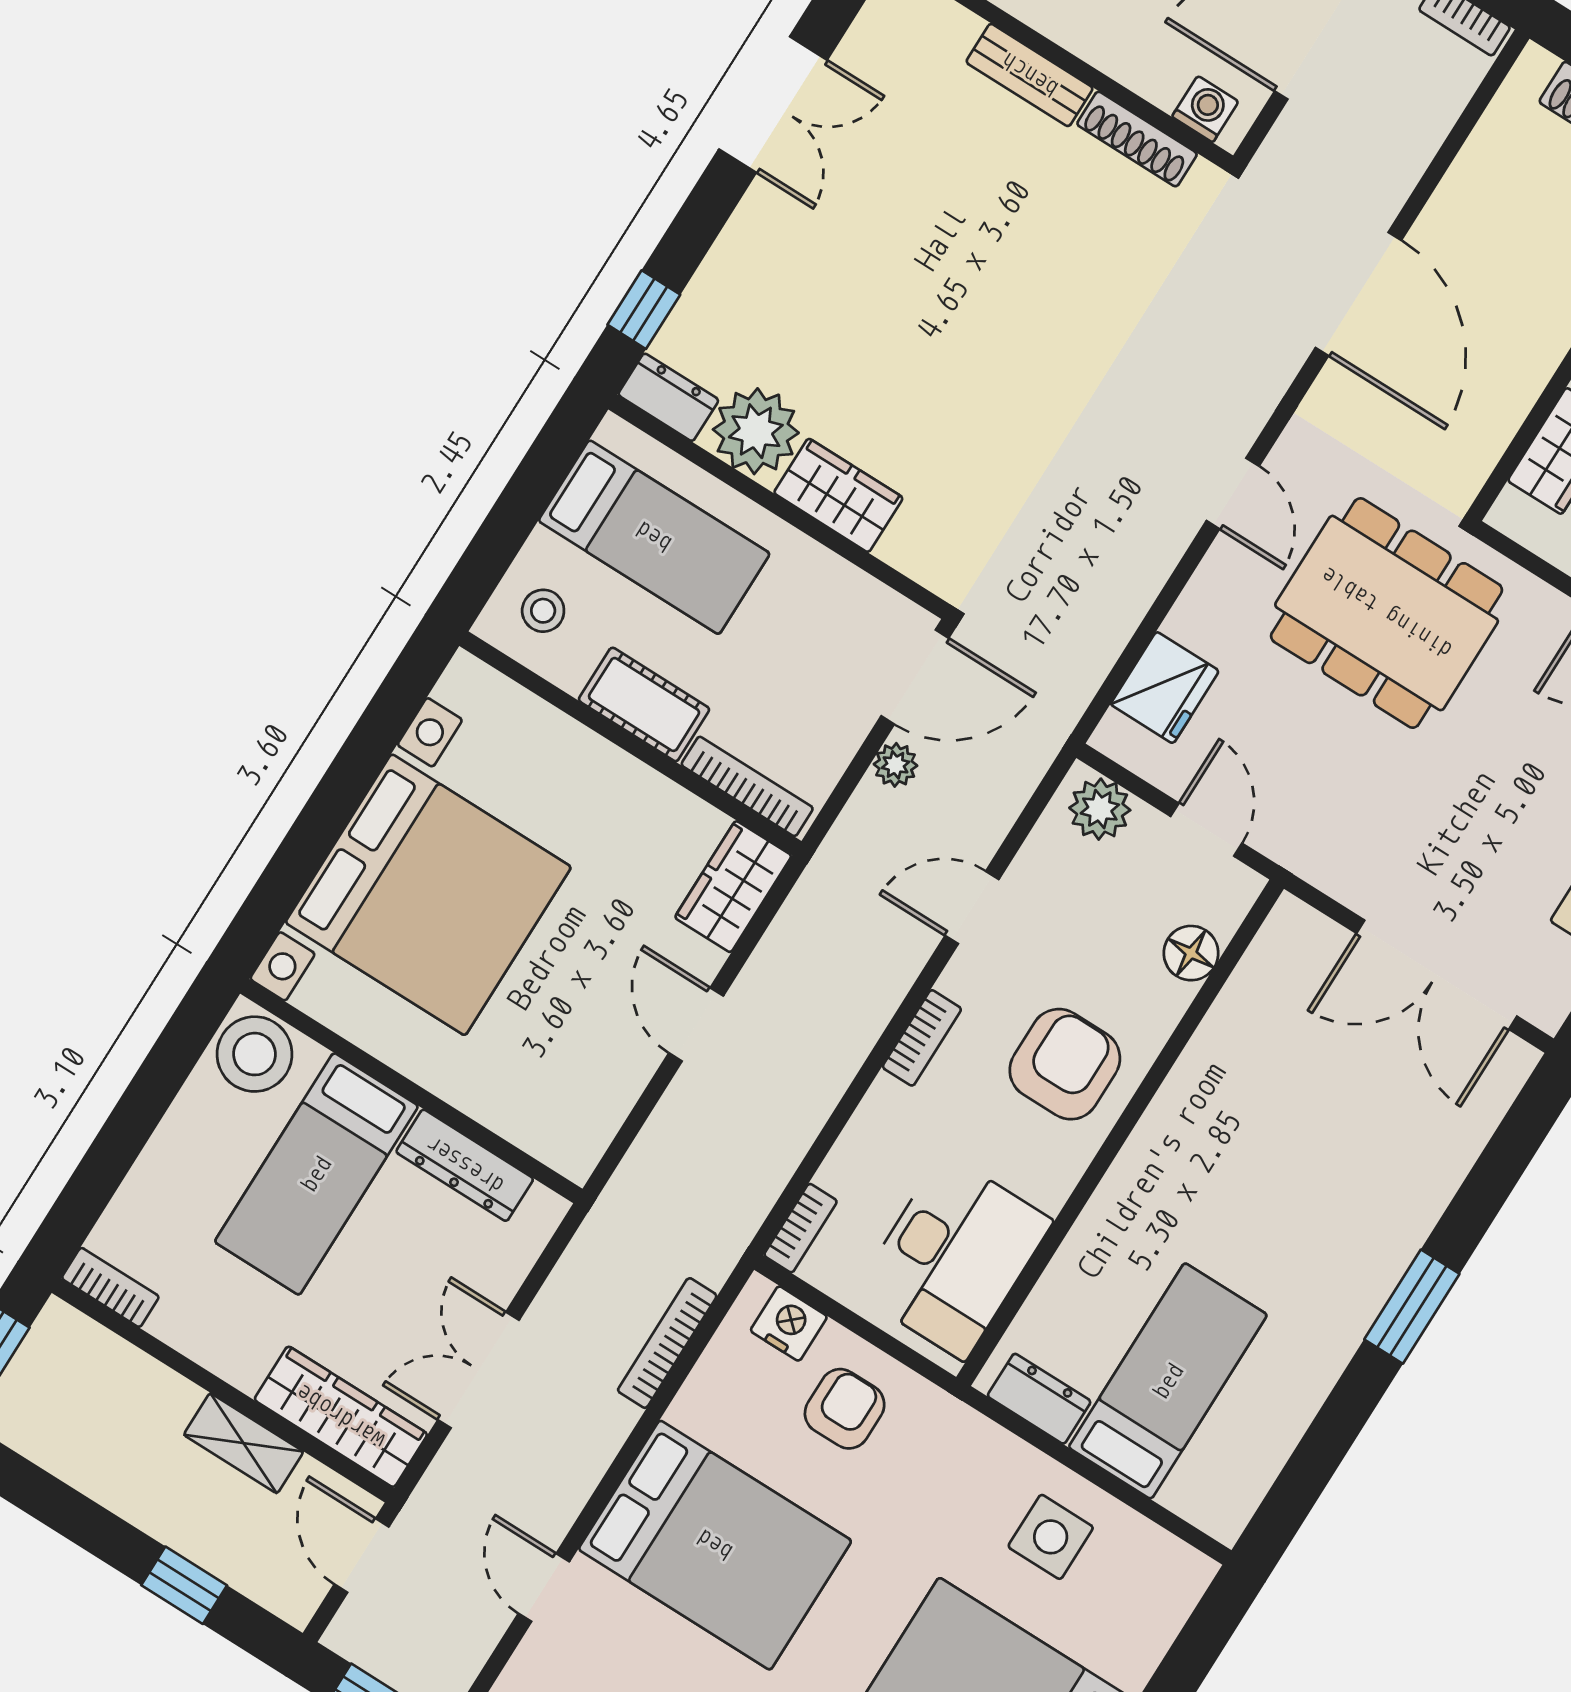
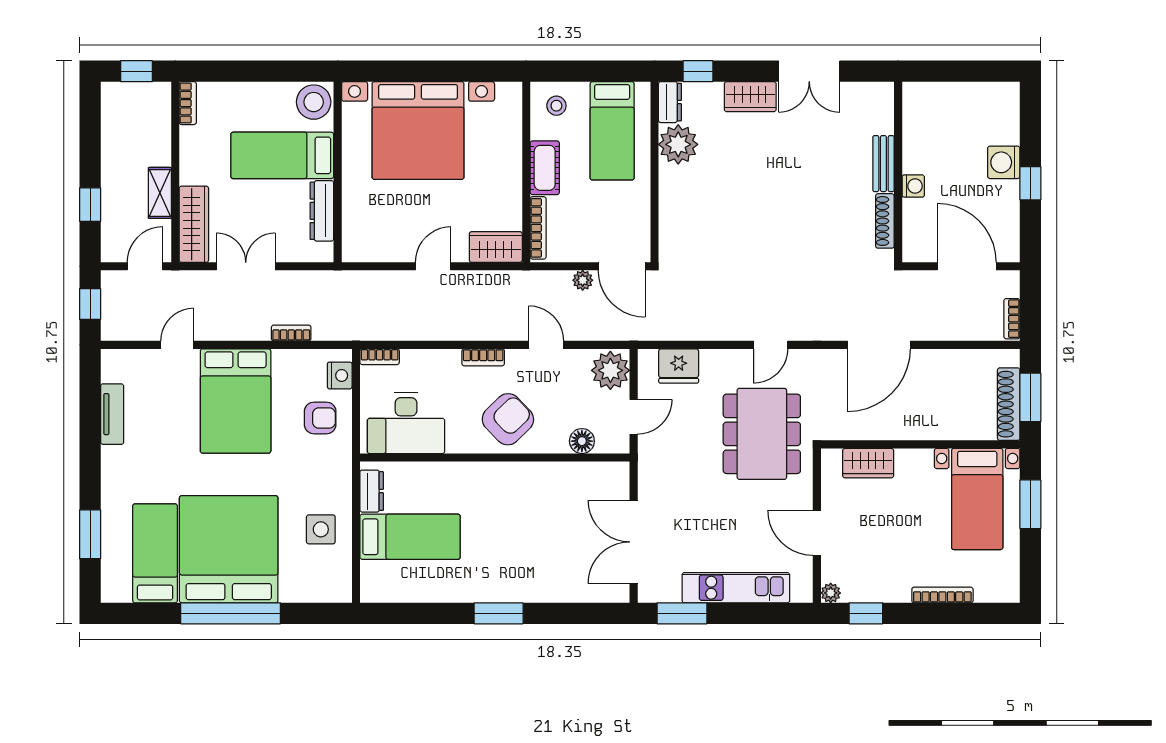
washing machine: (1205, 109) -> (913, 186), moved
wardrobe: (838, 495) -> (750, 97), moved, turned 90
plant: (1100, 809) -> (610, 370), width x1.36, depth x1.36
armchair: (1065, 1064) -> (508, 419), turned -44
bookcase: (667, 1343) -> (291, 333), width x0.64

